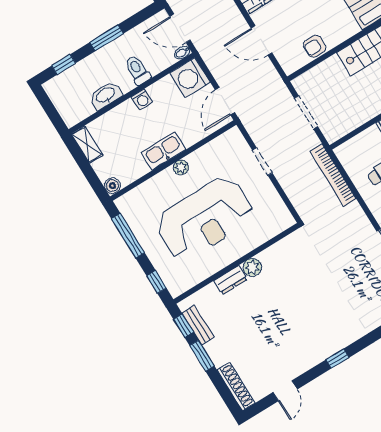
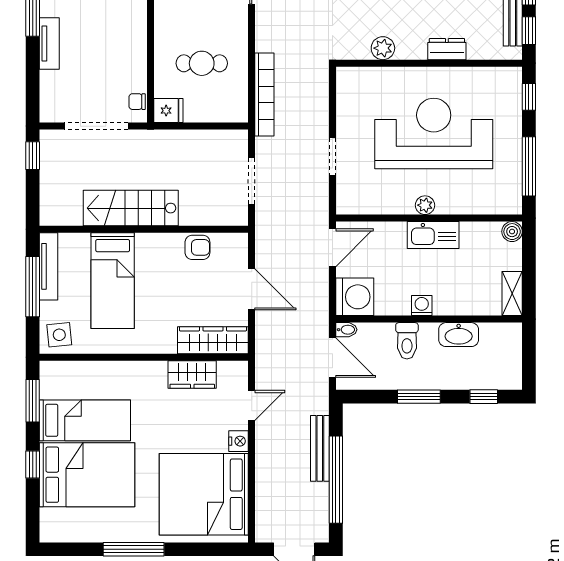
plant: (252, 267) -> (383, 48), moved

